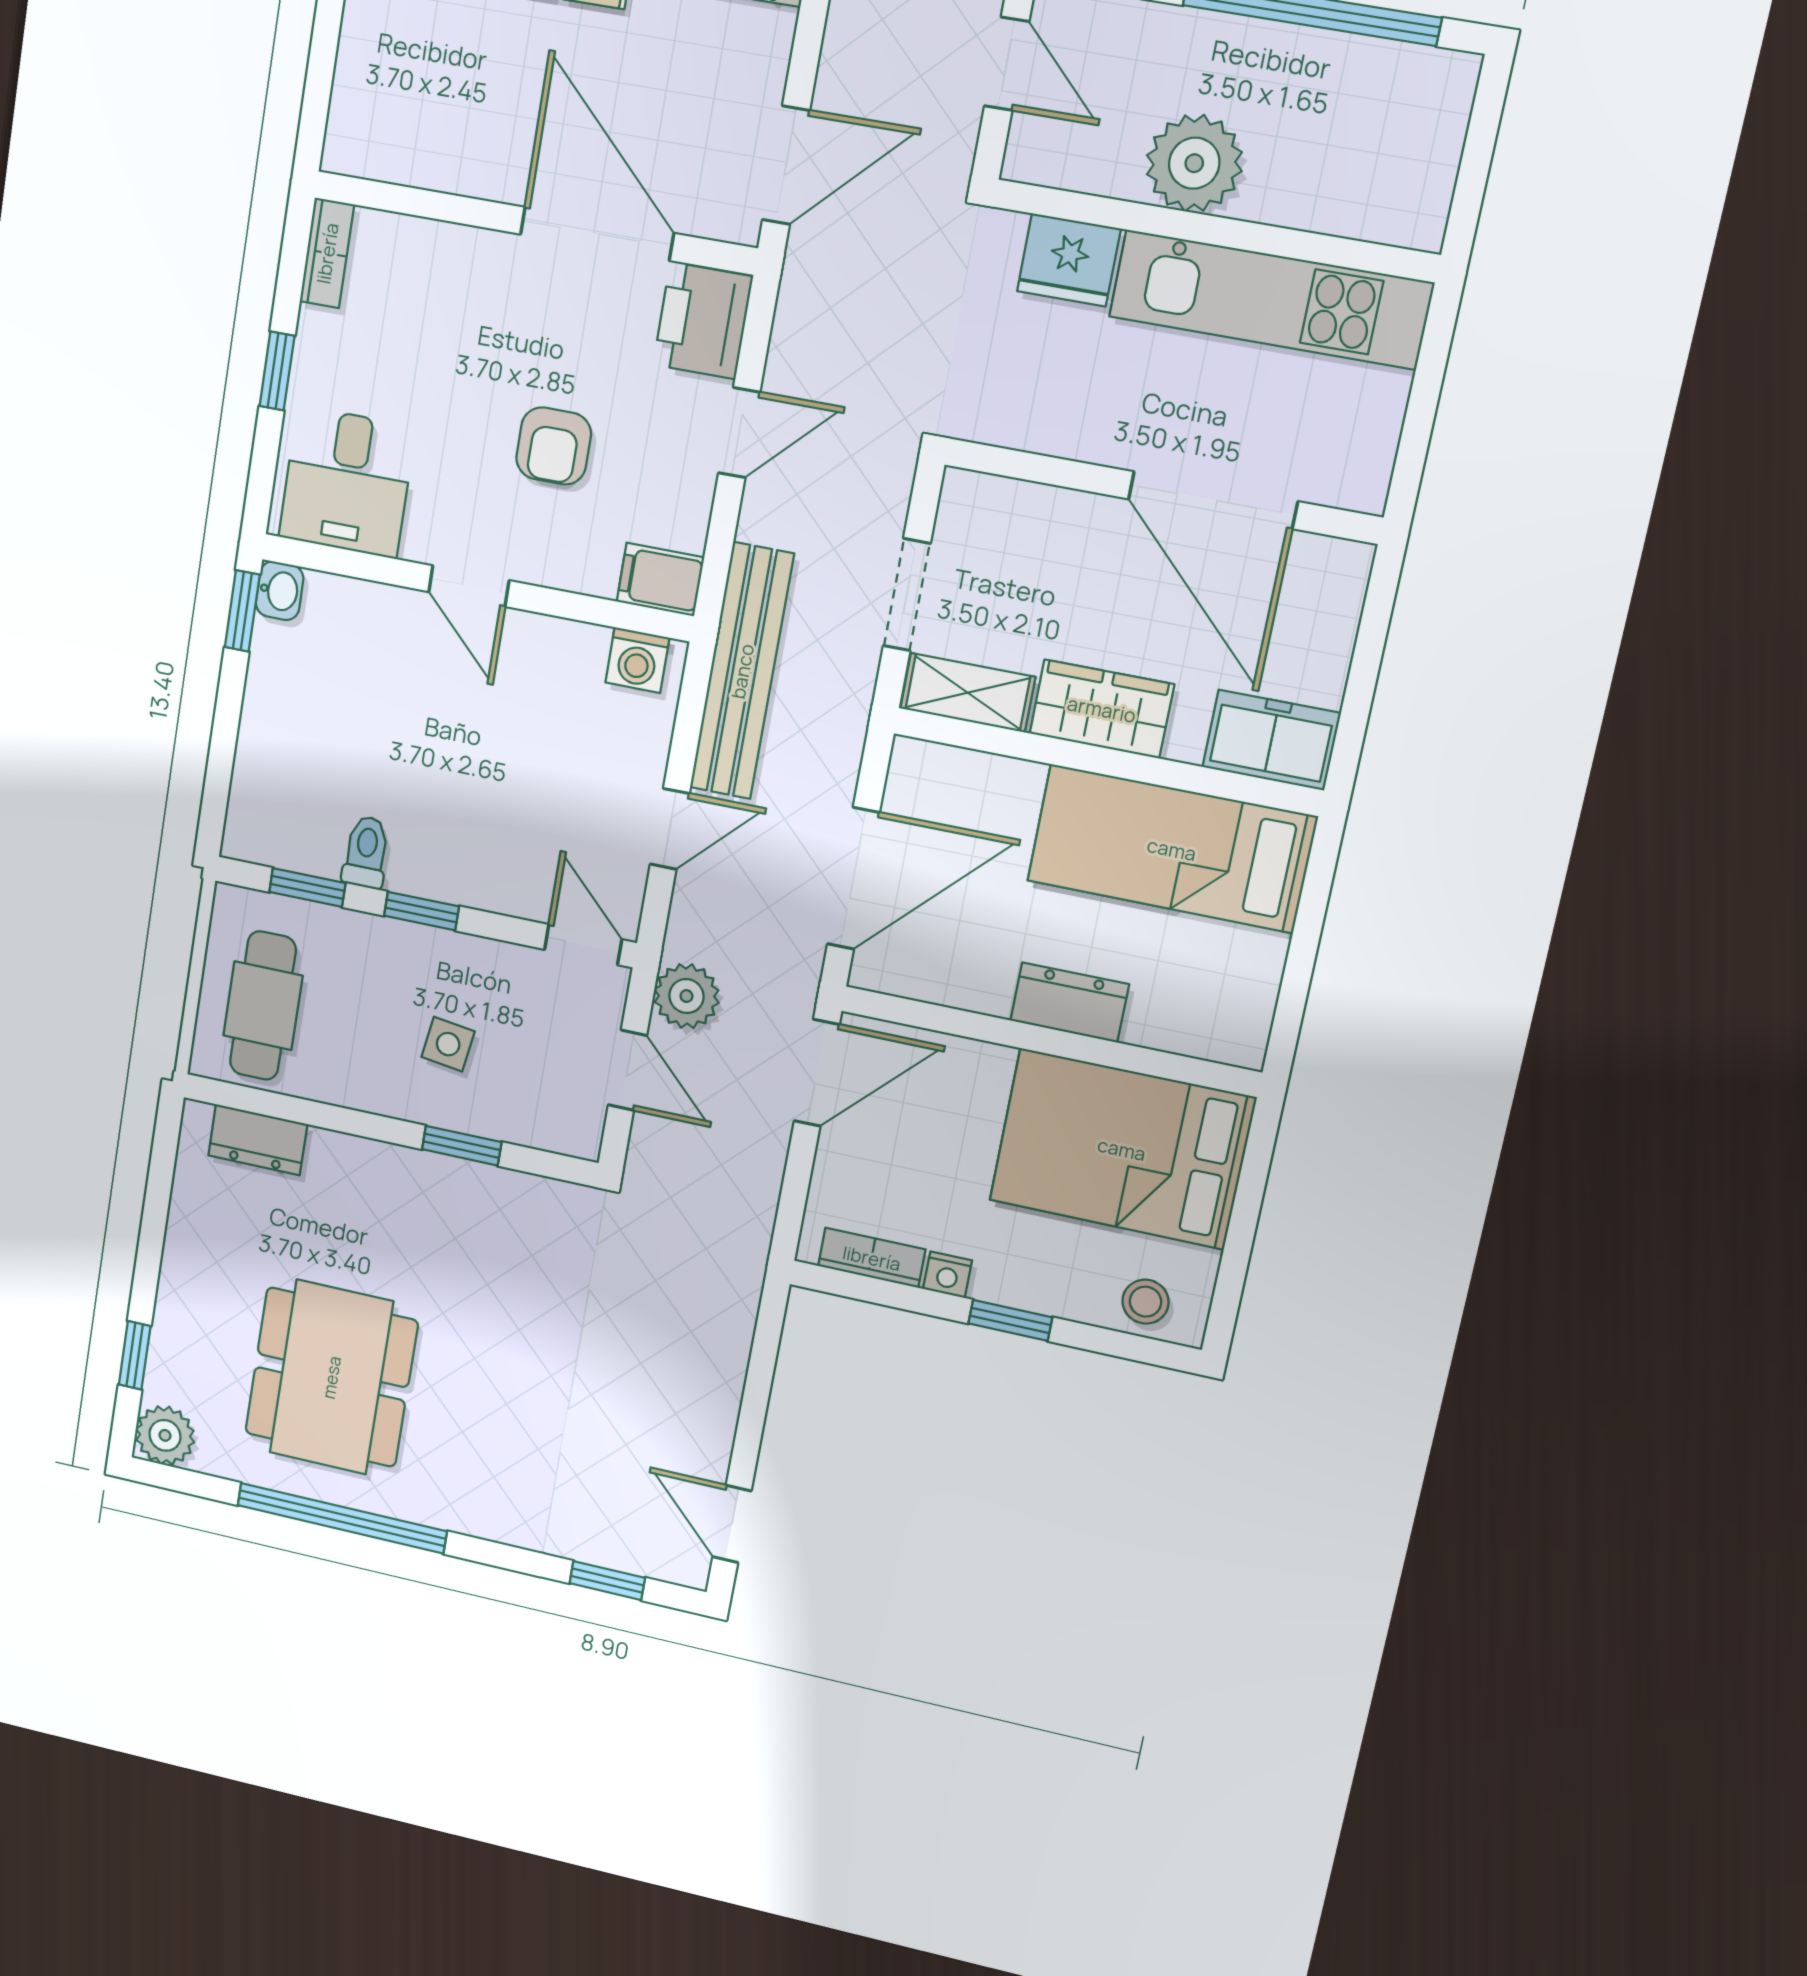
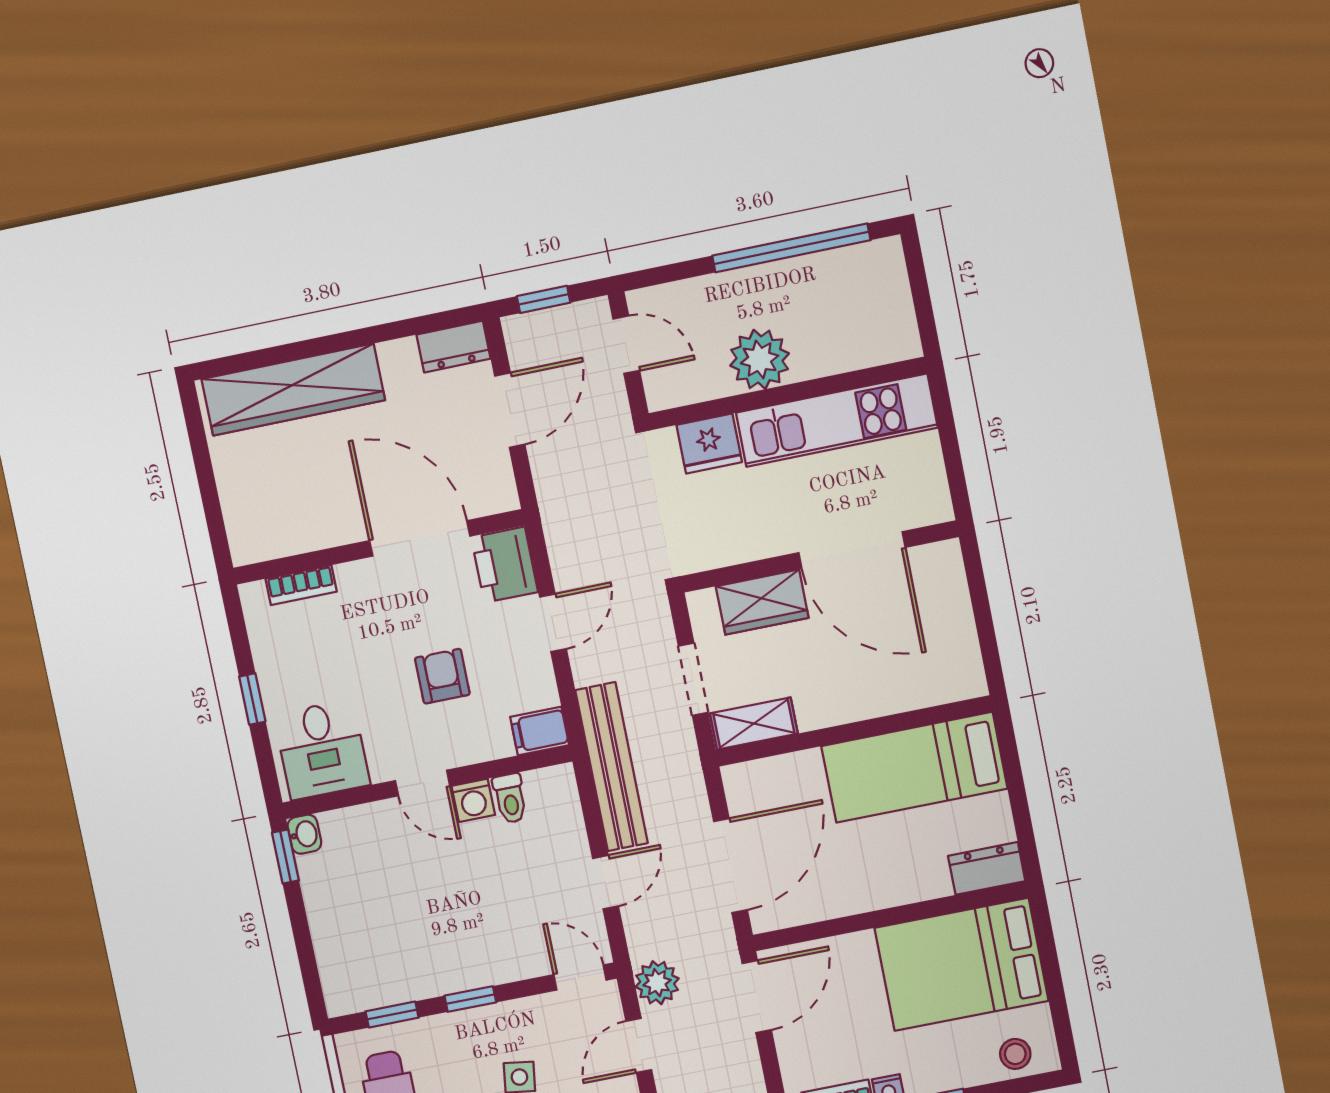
door: (786, 165) -> (510, 410), moved
bookcase: (327, 253) -> (301, 585), moved, turned 90
armchair: (554, 446) -> (442, 676), turned 180
washing machine: (637, 660) -> (473, 800), moved
wardrobe: (1102, 709) -> (762, 602), moved, turned 180
freezer: (1271, 740) -> (946, 678), removed
toilet: (366, 852) -> (510, 798), moved, turned 180
dresser: (1070, 1002) -> (987, 868), moved
door: (627, 1070) -> (639, 1045), swing flipped

